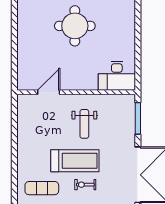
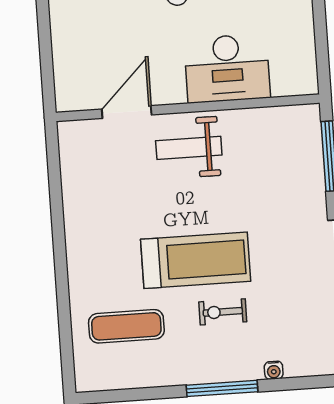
desk: (117, 76) -> (227, 68), moved
weight bench: (84, 124) -> (189, 148), moved, turned 90

